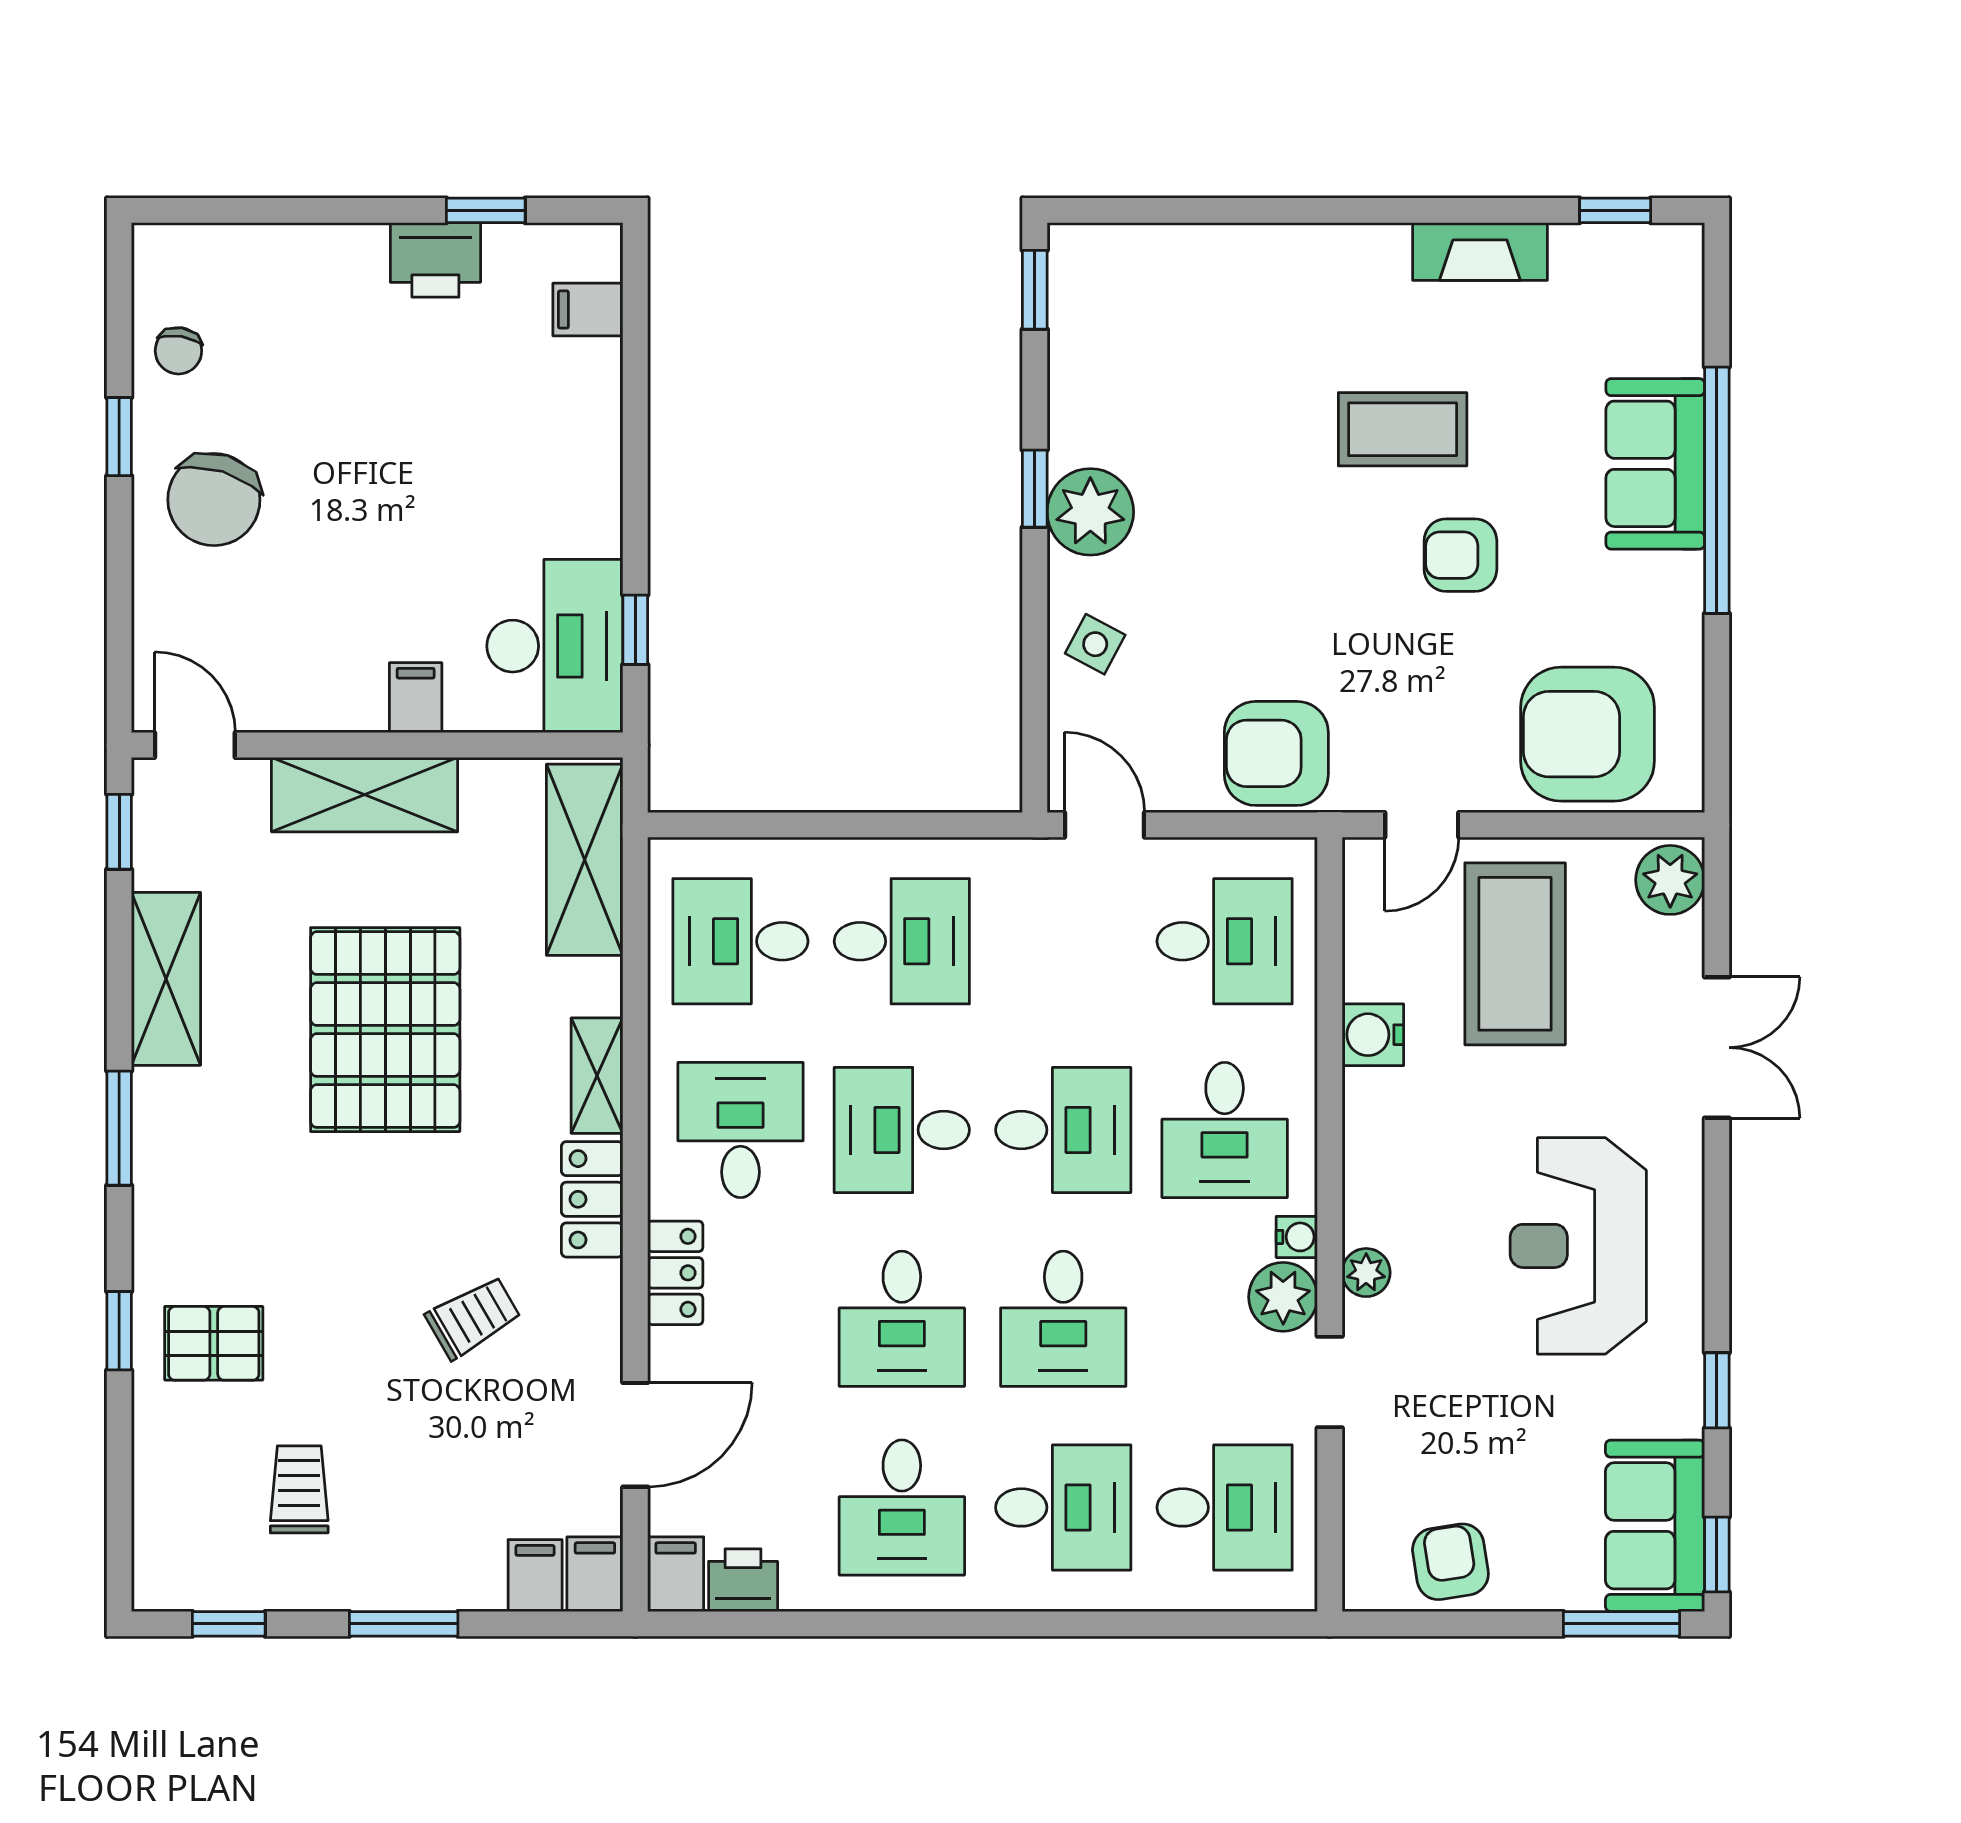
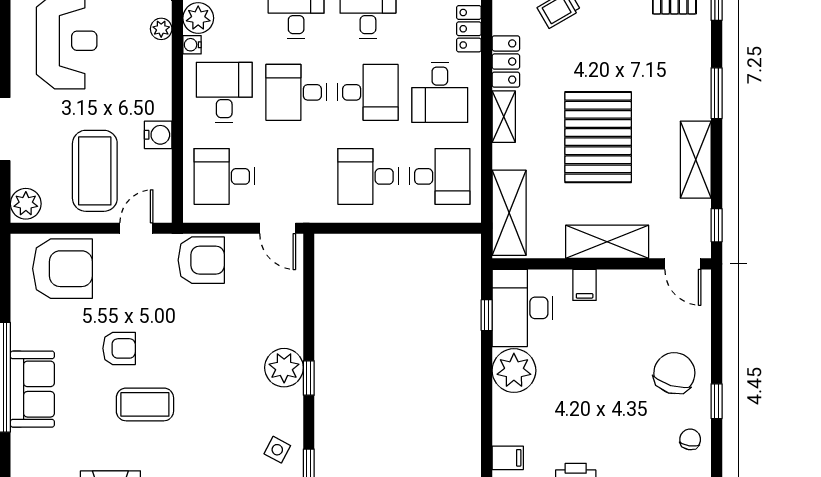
plant: (574, 505) -> (514, 371), added
side table: (1095, 644) -> (277, 450), moved

